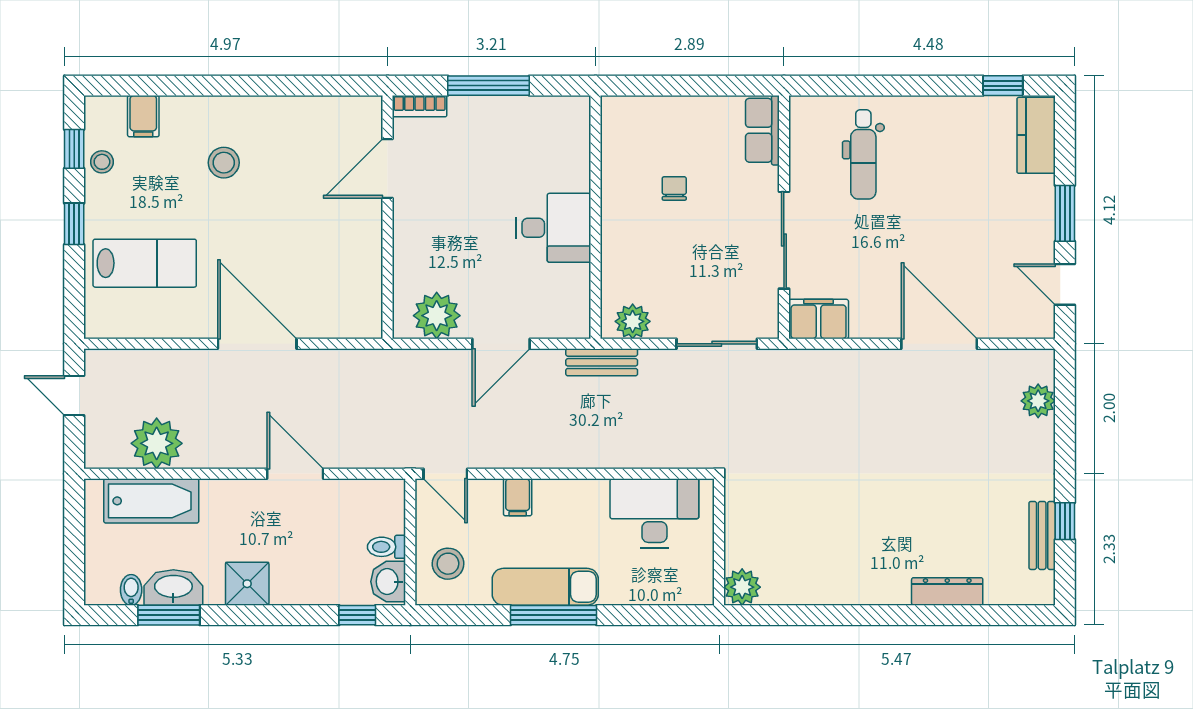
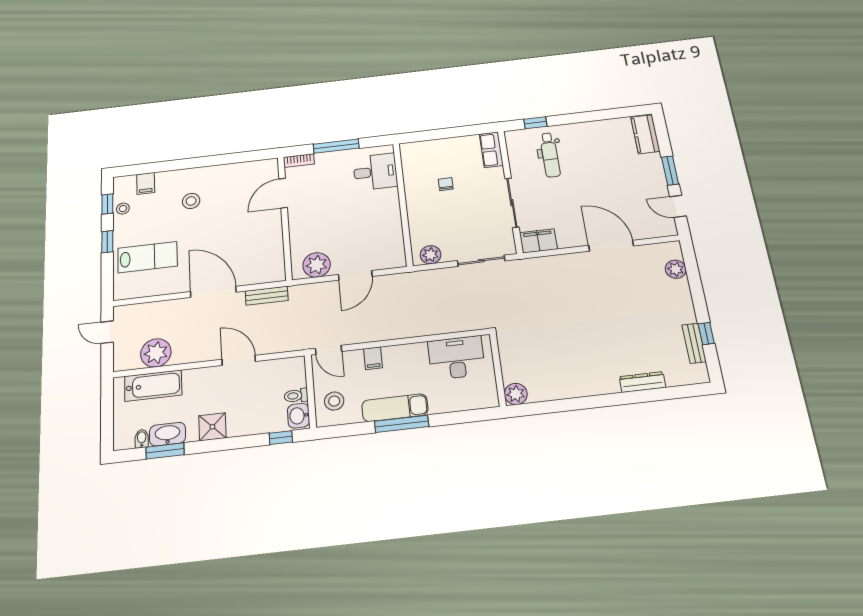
window: (1003, 86) -> (535, 123), moved
desk: (553, 228) -> (375, 172), moved
bench: (602, 362) -> (267, 296), moved

